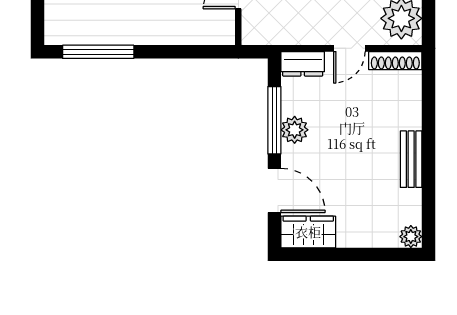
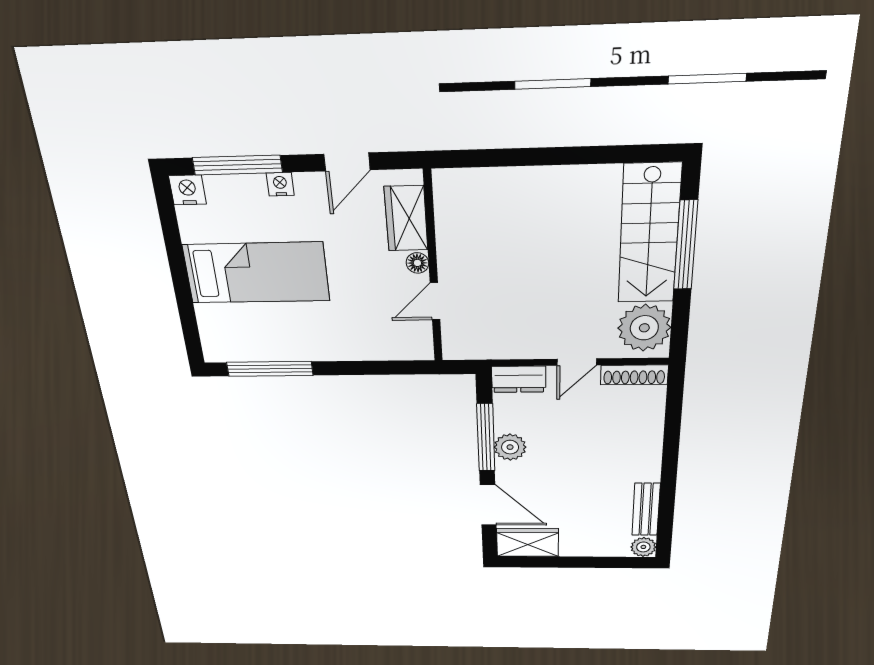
bench: (411, 159) -> (646, 509), moved

